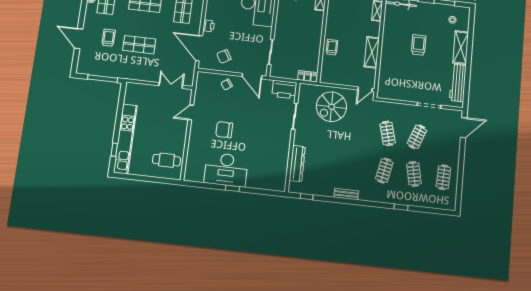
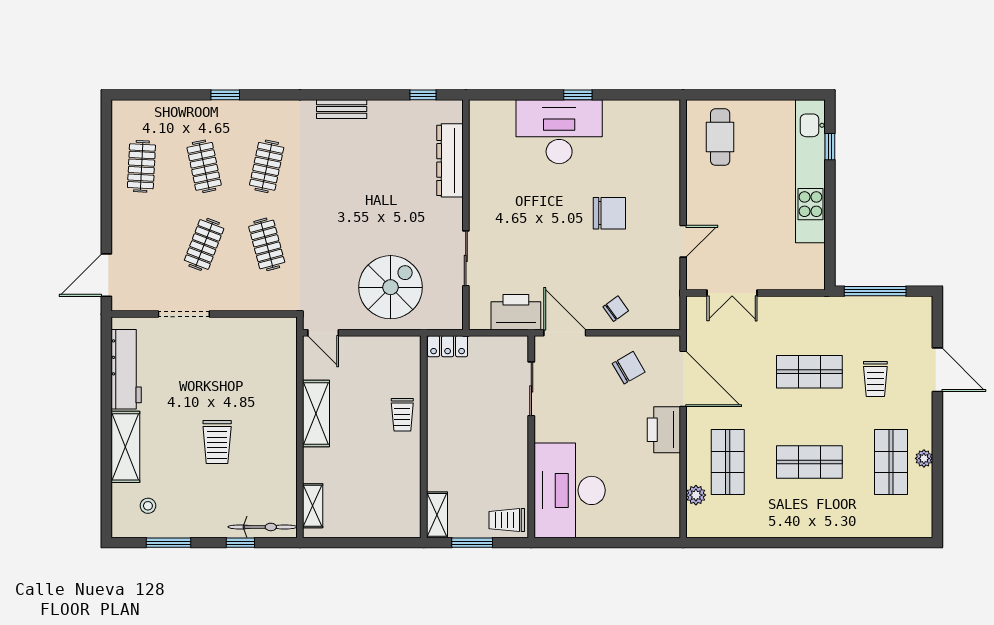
printer: (209, 26) -> (664, 430), width x1.87, depth x1.48
door: (365, 89) -> (323, 333), swing flipped
printer: (284, 90) -> (516, 312), moved
cafe table: (167, 160) -> (720, 137), turned 90
desk: (226, 170) -> (559, 132), moved

